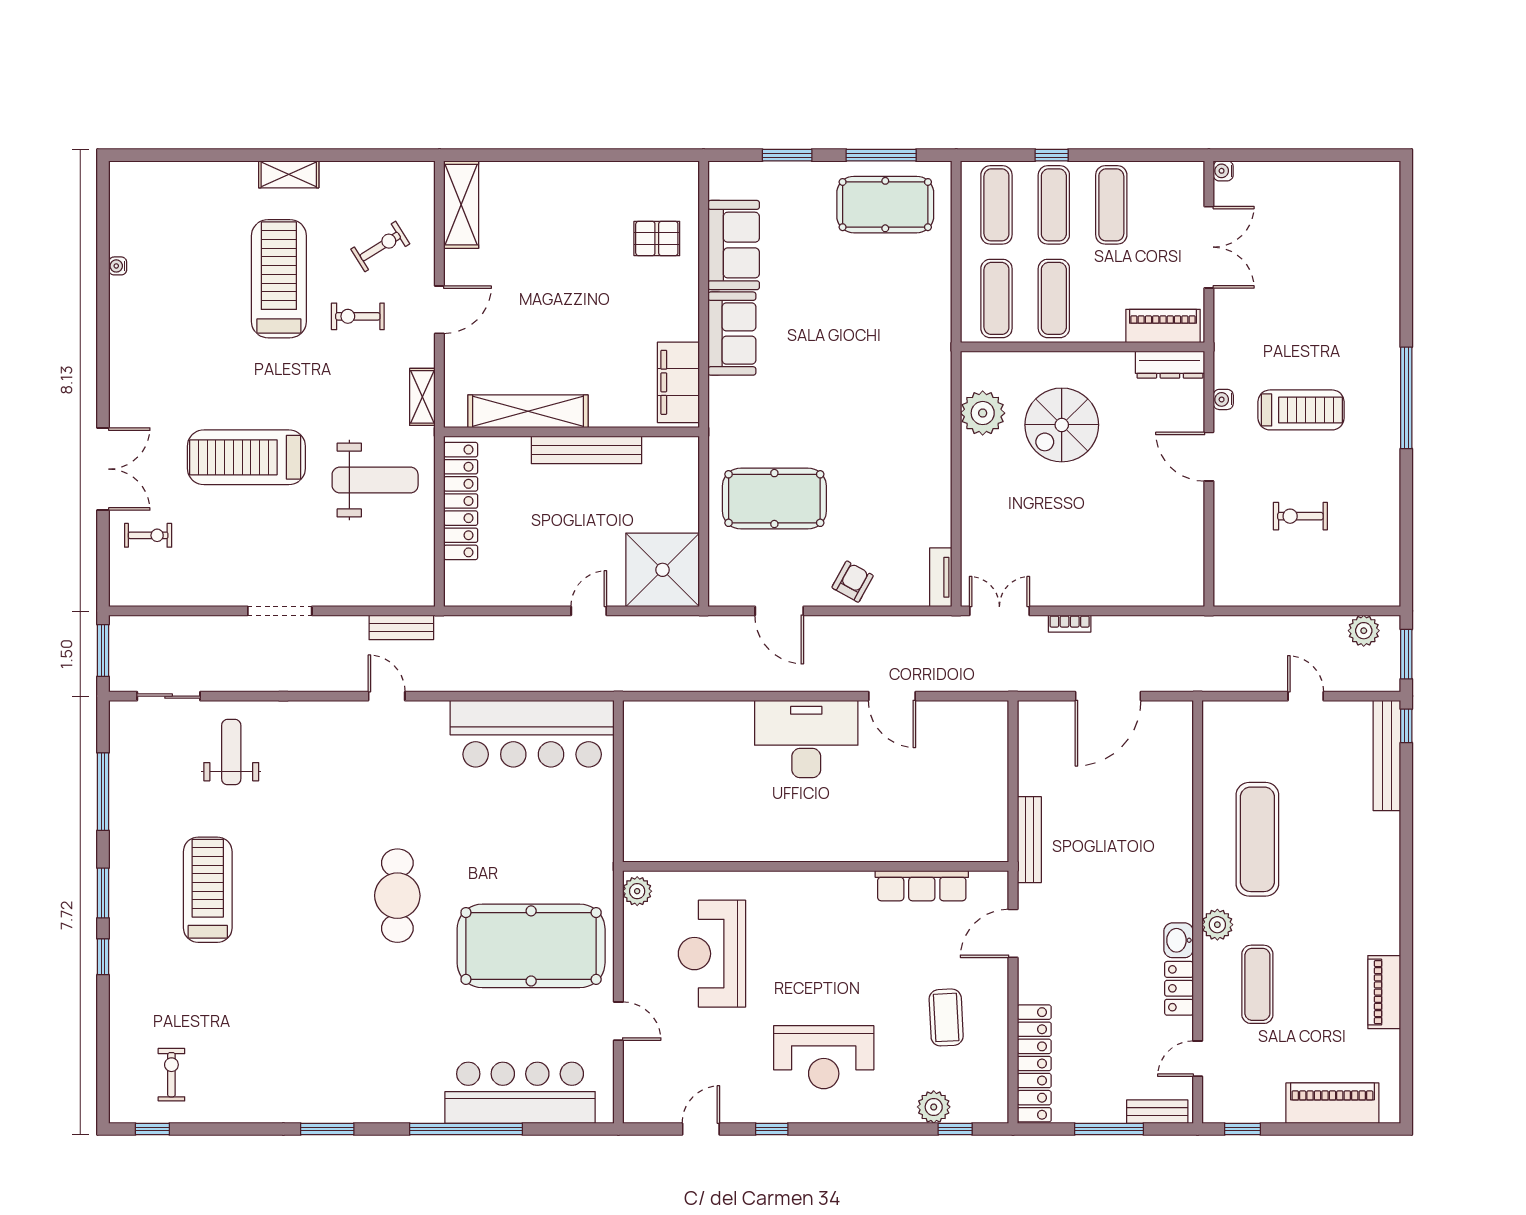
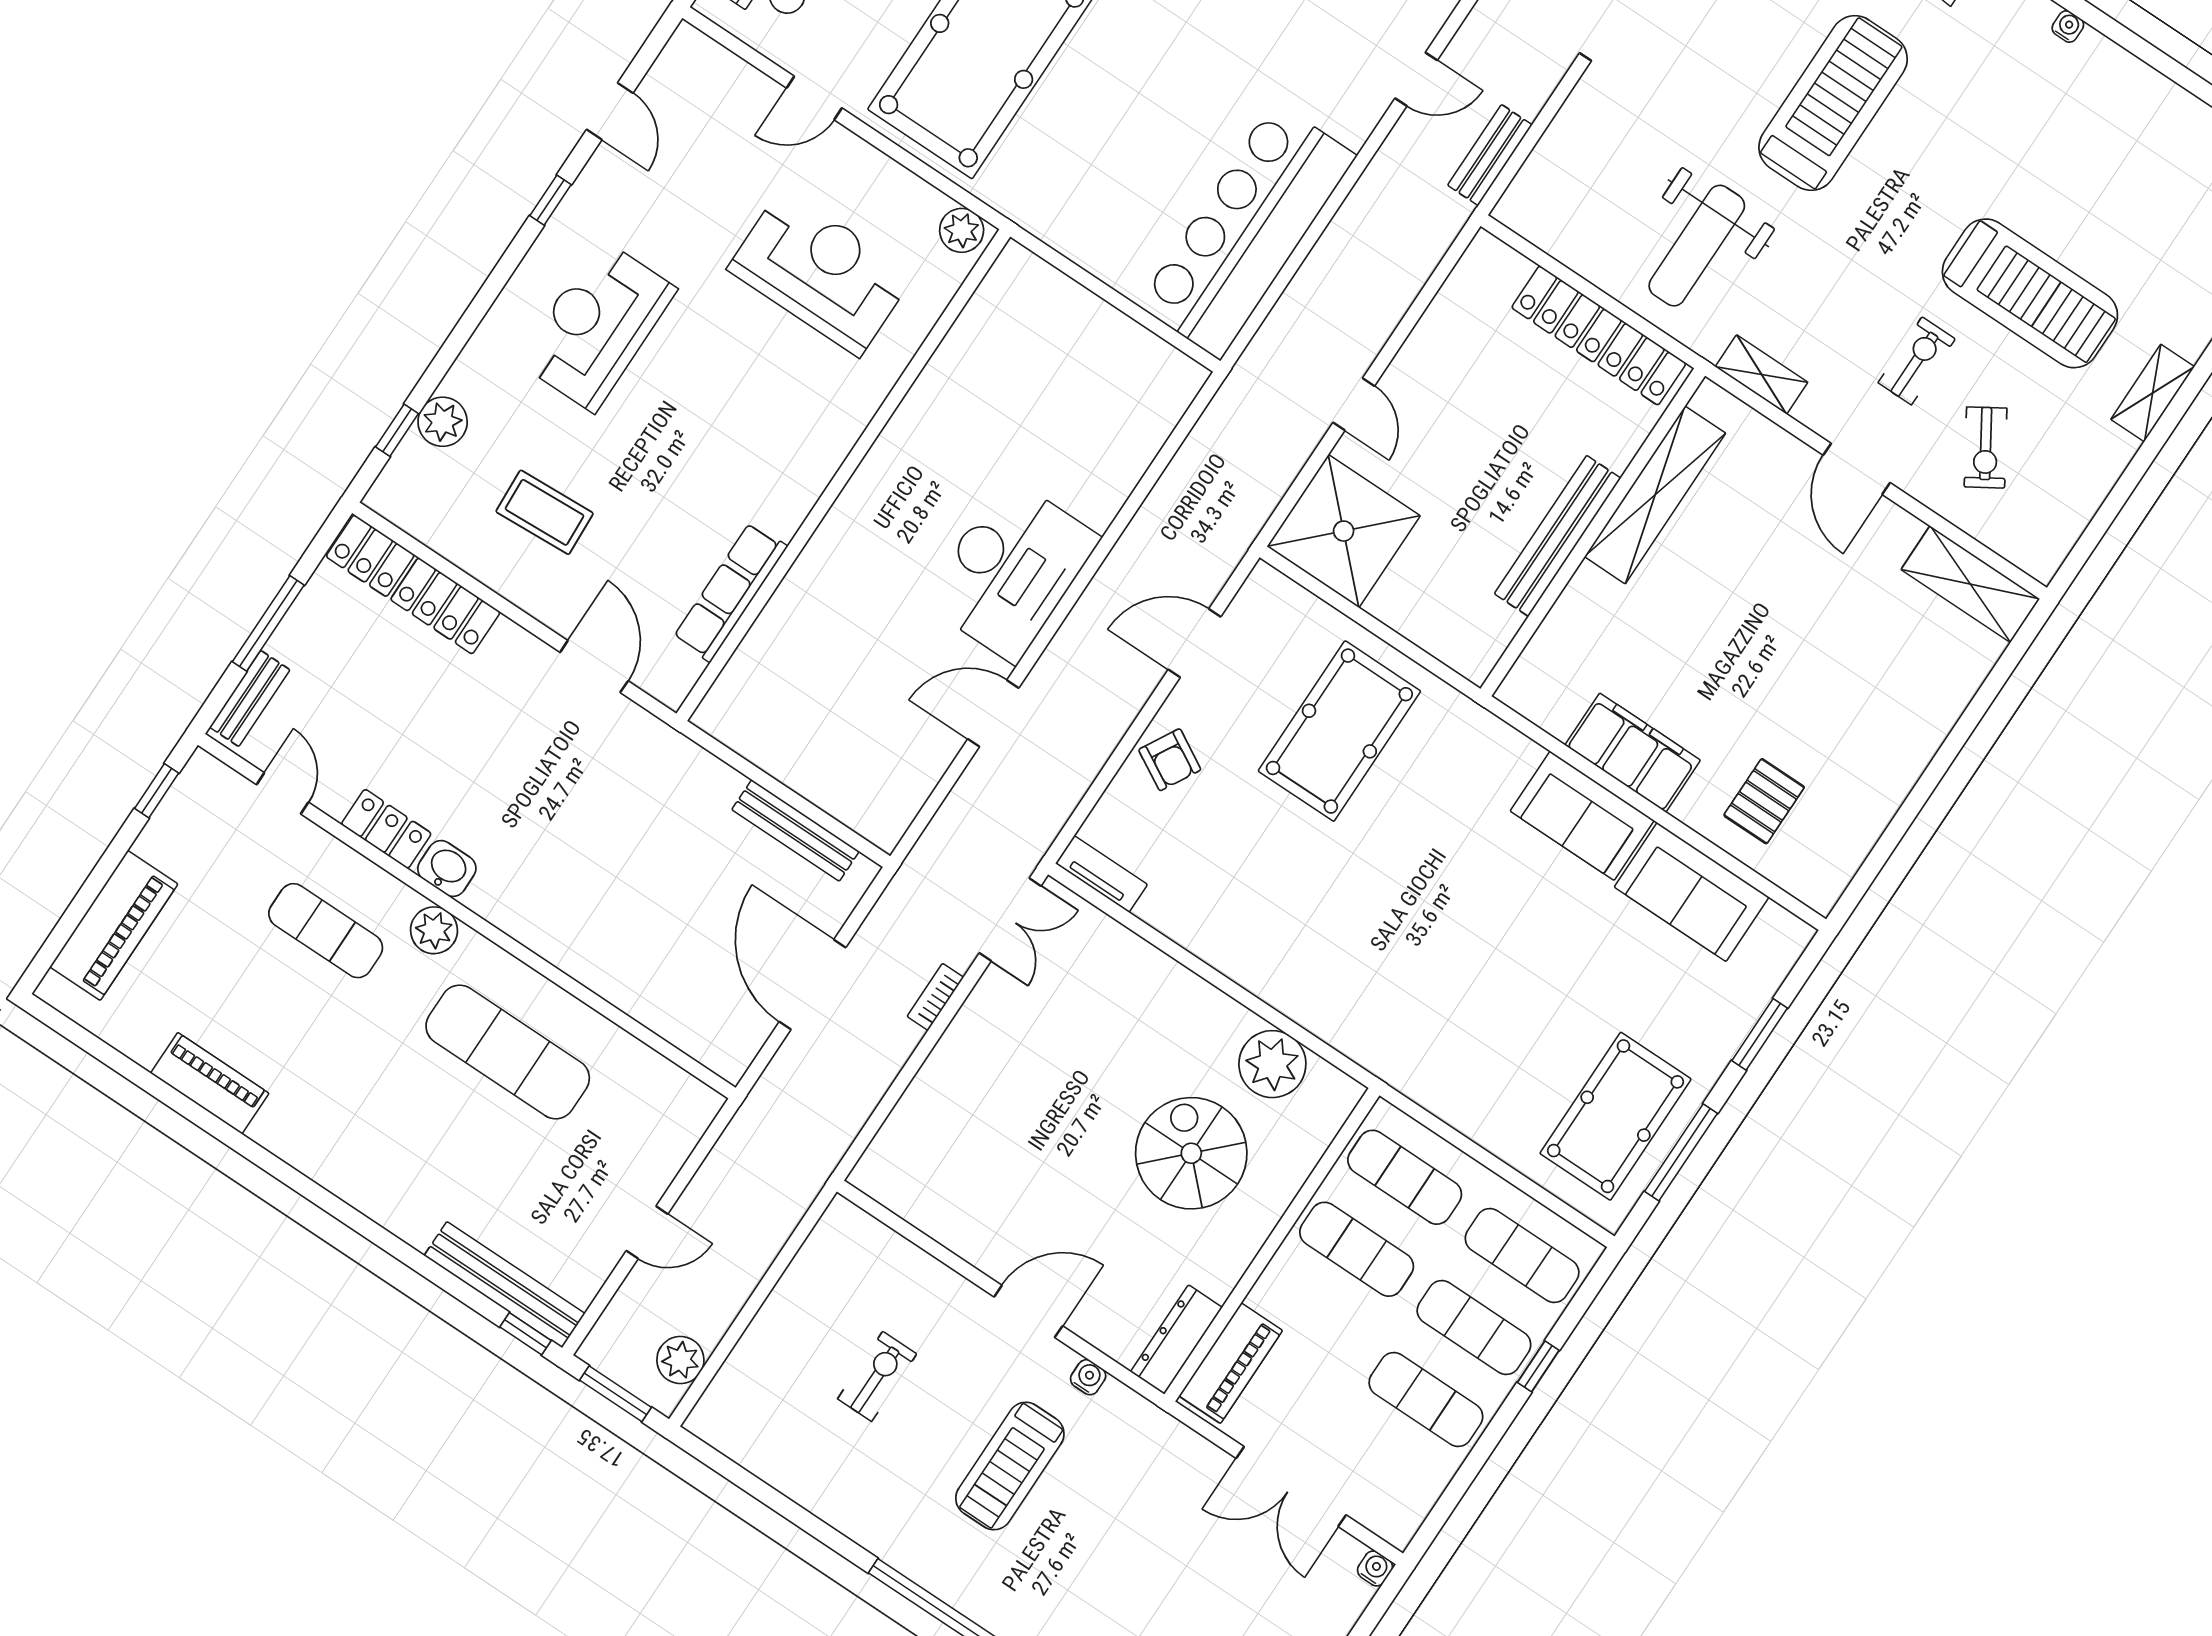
water cooler: (118, 266) -> (2068, 26), moved
filing cabinet: (678, 382) -> (1633, 753), moved
bench: (1029, 840) -> (795, 830), moved

